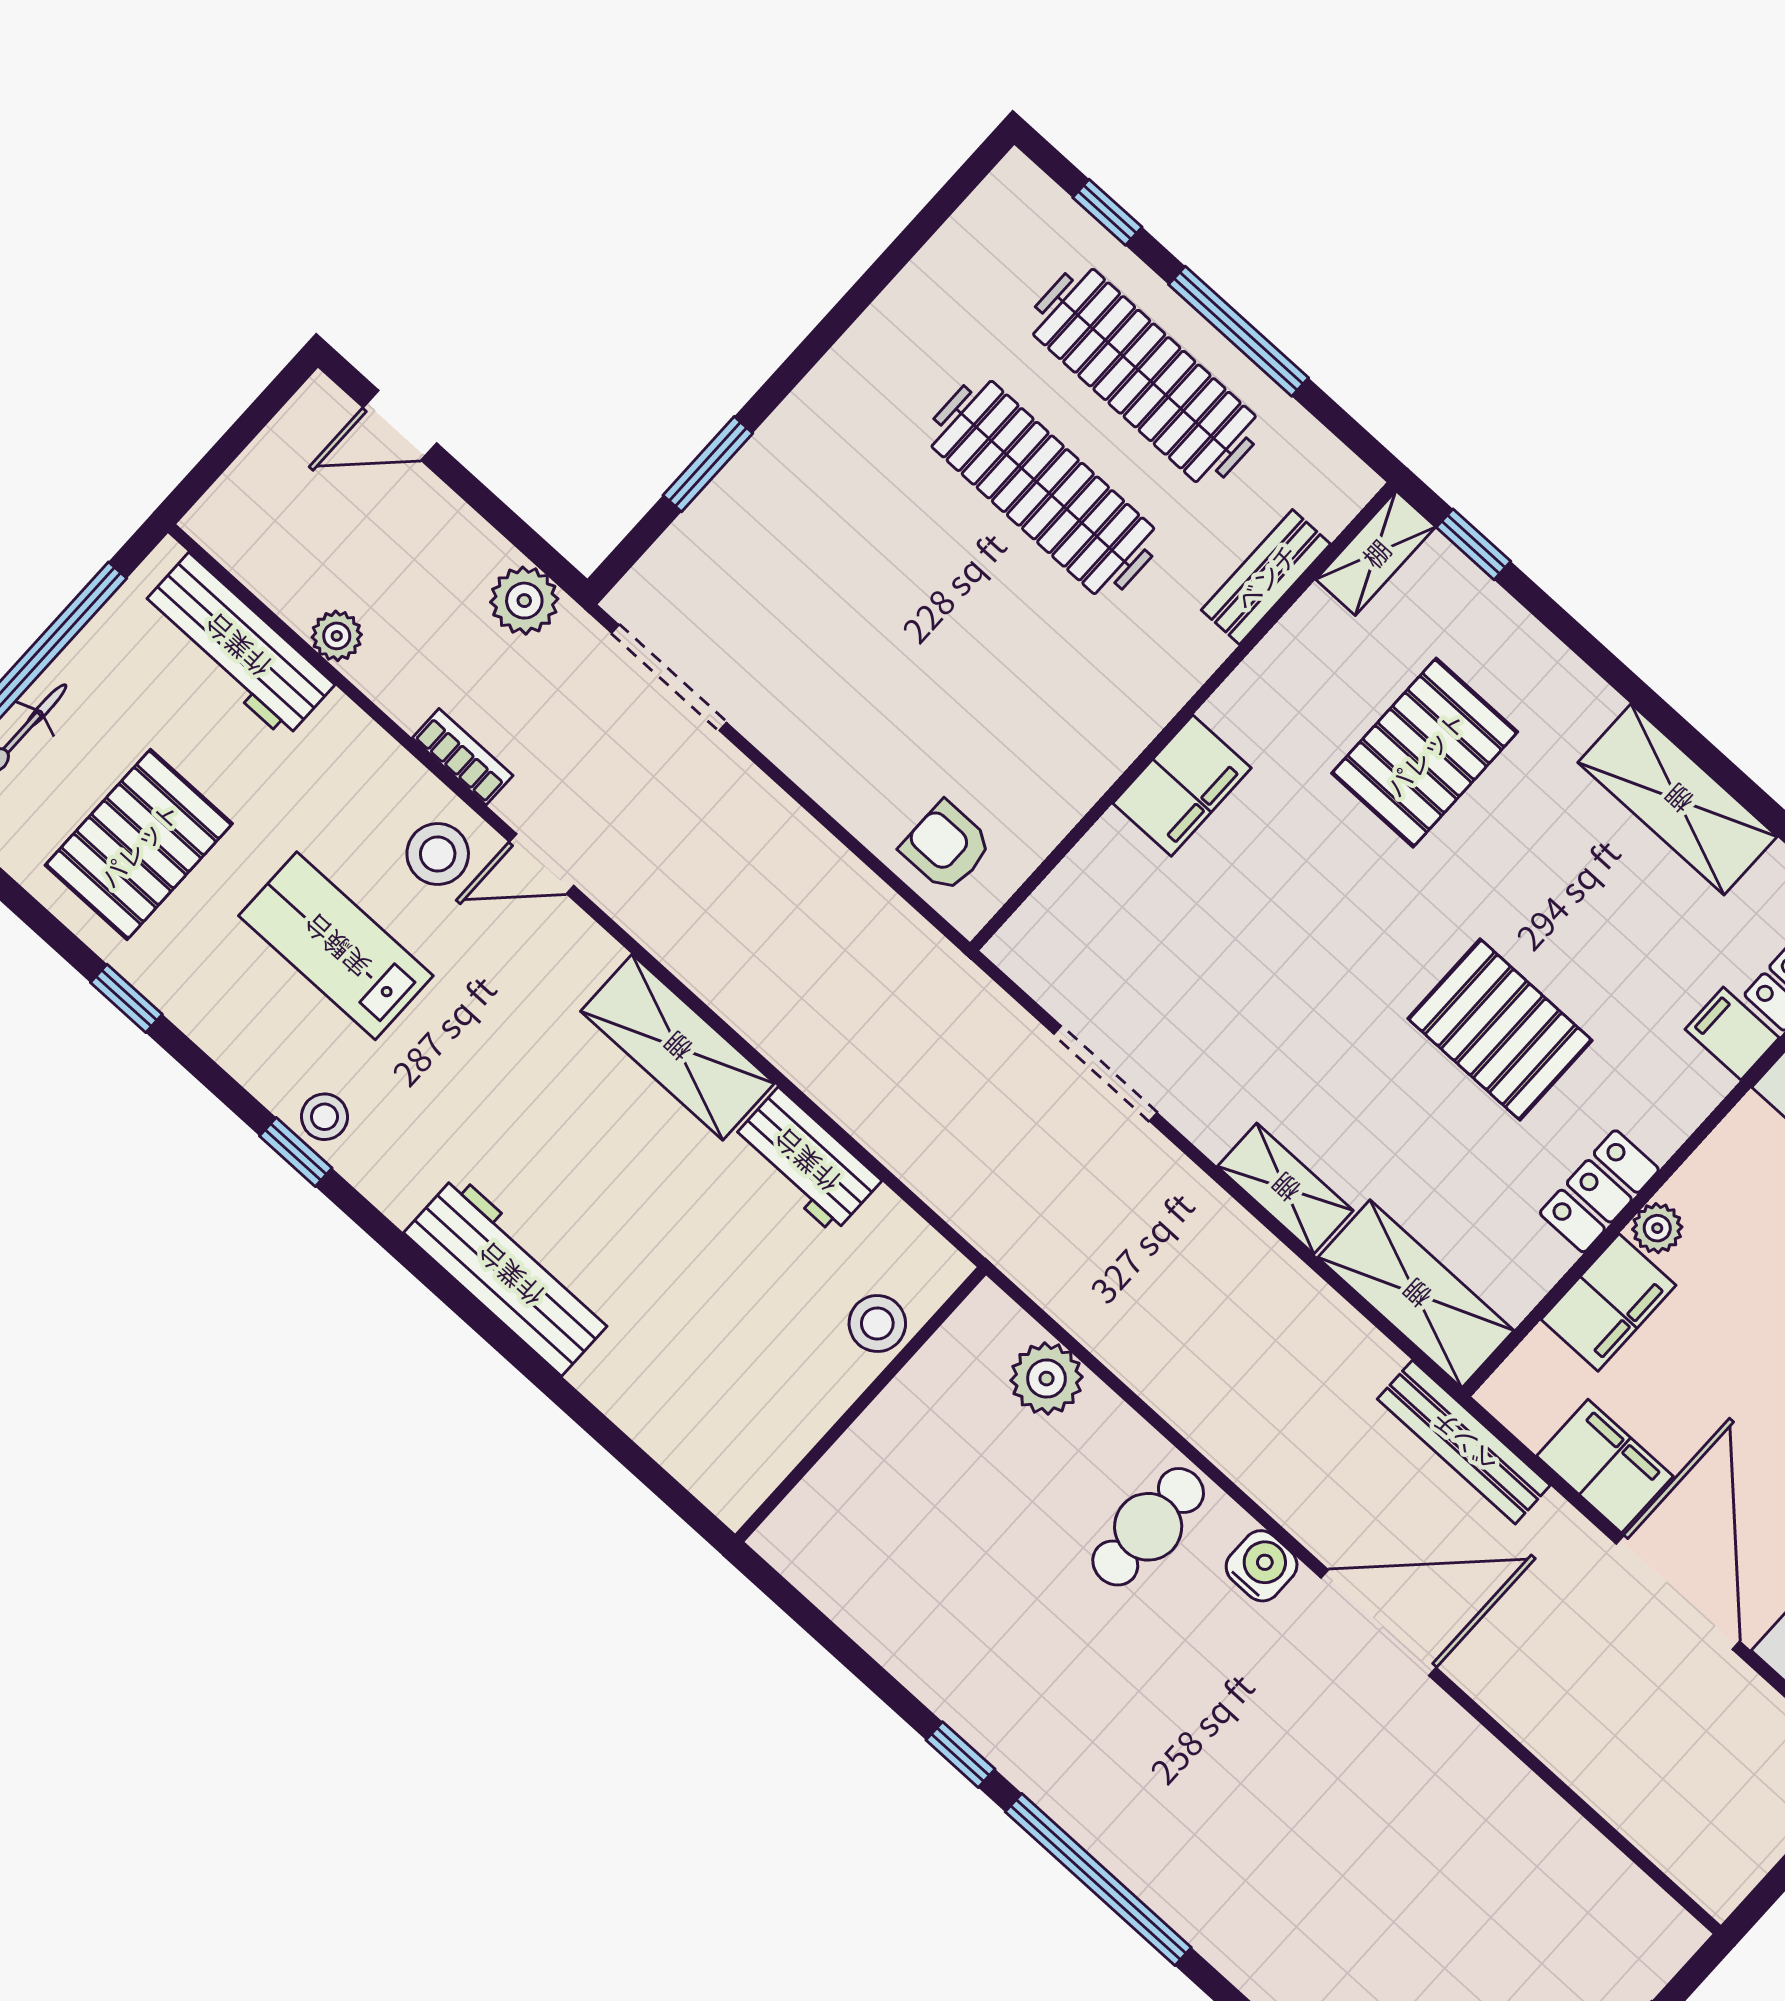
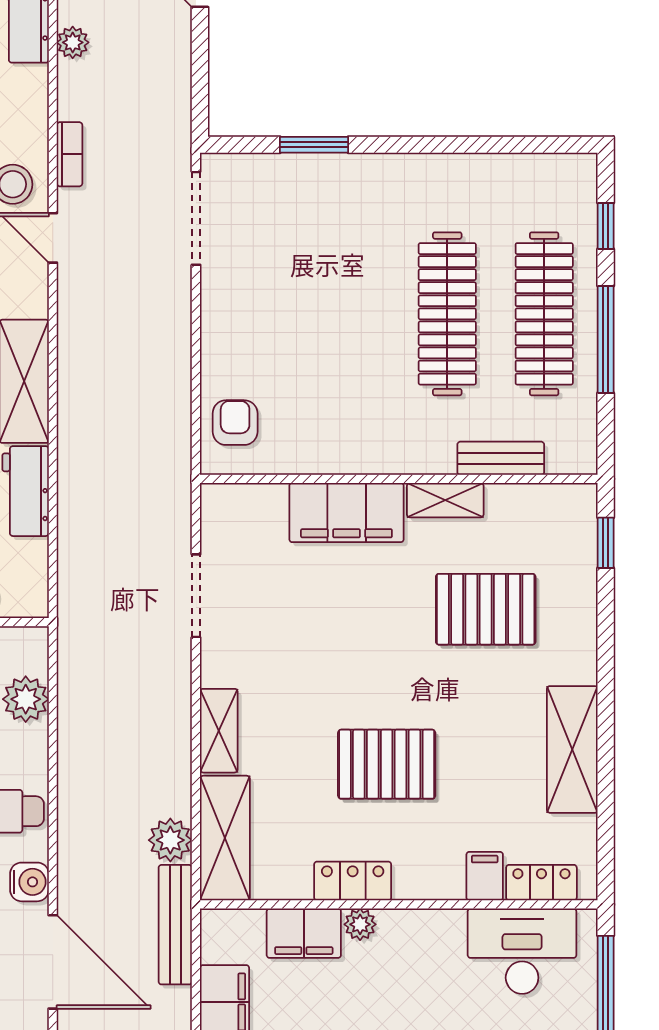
shelving: (1376, 553) -> (445, 500), moved
plant: (524, 601) -> (170, 840), moved
filing cabinet: (1182, 786) -> (346, 513), width x1.50, depth x1.17
pallet: (1500, 1030) -> (387, 764), turned 90

